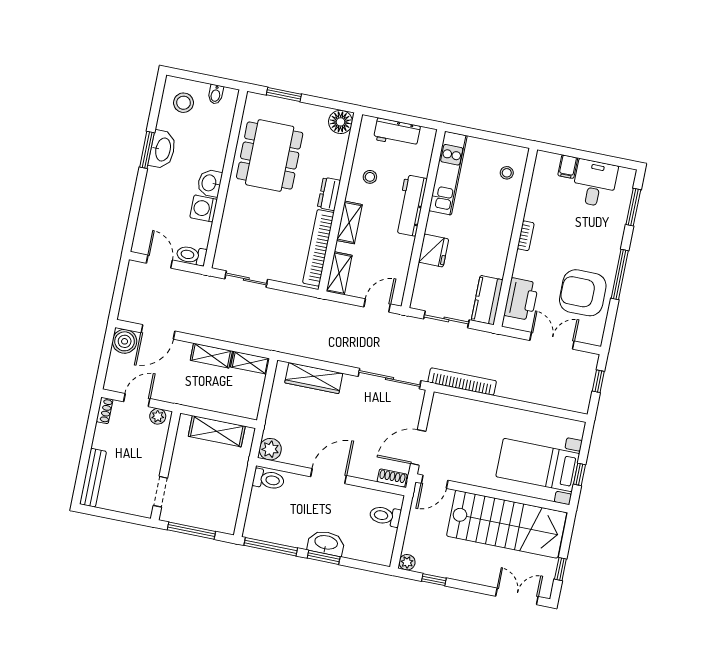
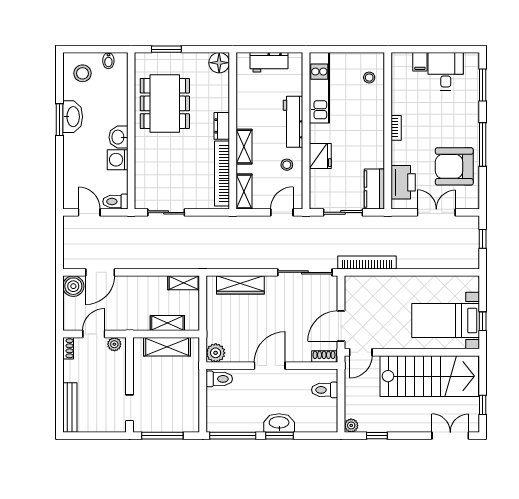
stool: (370, 177) -> (287, 165), moved
shelving: (211, 356) -> (167, 323), moved

